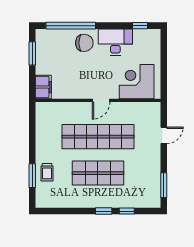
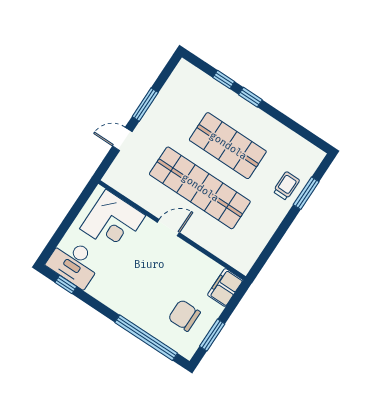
desk: (115, 42) -> (74, 263), moved
chair: (84, 43) -> (184, 315), moved
window: (164, 185) -> (145, 105), moved

